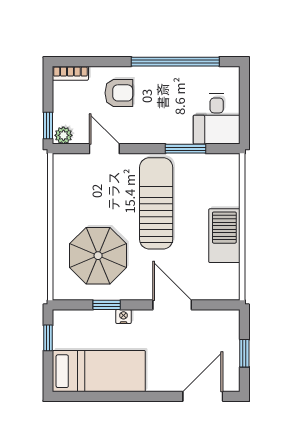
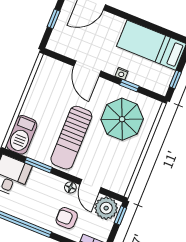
plant: (63, 135) -> (106, 208), width x1.88, depth x1.88
floor lamp: (130, 136) -> (70, 187), added
barbecue: (224, 236) -> (22, 135), moved

